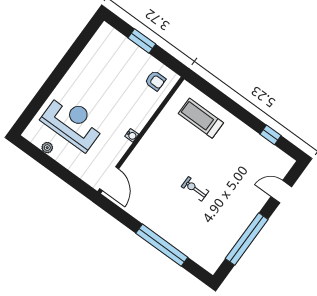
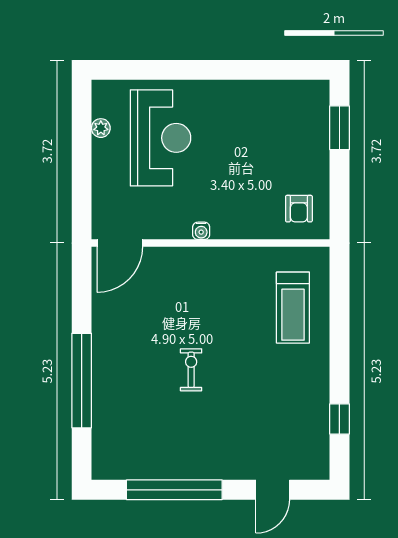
window: (142, 41) -> (339, 128), moved
treadmill: (201, 118) -> (293, 308), turned 180
door: (281, 192) -> (273, 490), swing flipped

